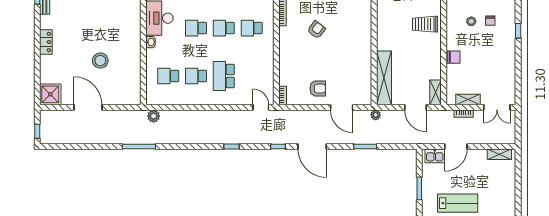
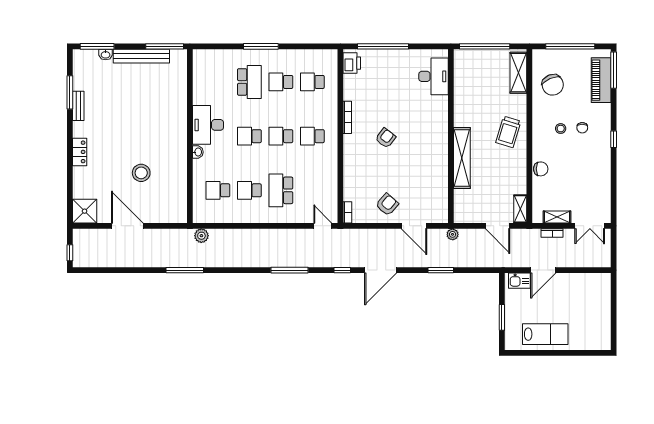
trolley: (425, 24) -> (508, 132), turned -73
shelving: (384, 78) -> (462, 158), moved
armchair: (318, 88) -> (387, 204), turned -49
window: (231, 146) -> (290, 270), width x2.17
door: (312, 146) -> (381, 270), hinge flipped
shelving: (499, 154) -> (592, 279), removed

